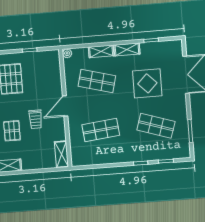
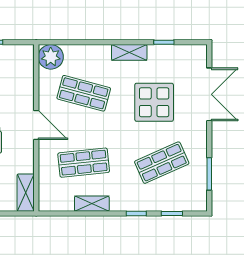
shelving: (101, 51) -> (92, 204), moved
plant: (67, 53) -> (51, 57), width x1.88, depth x1.88
door: (65, 106) -> (36, 125), swing flipped
shop shelf: (156, 126) -> (162, 163), turned -42

